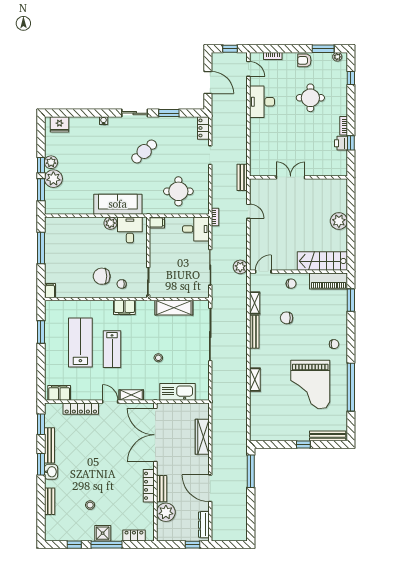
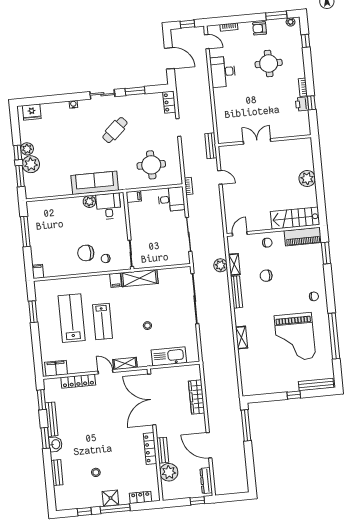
plant: (240, 267) -> (221, 265), moved
filing cabinet: (124, 307) -> (116, 280), width x0.50
shelving: (174, 308) -> (139, 278), moved

